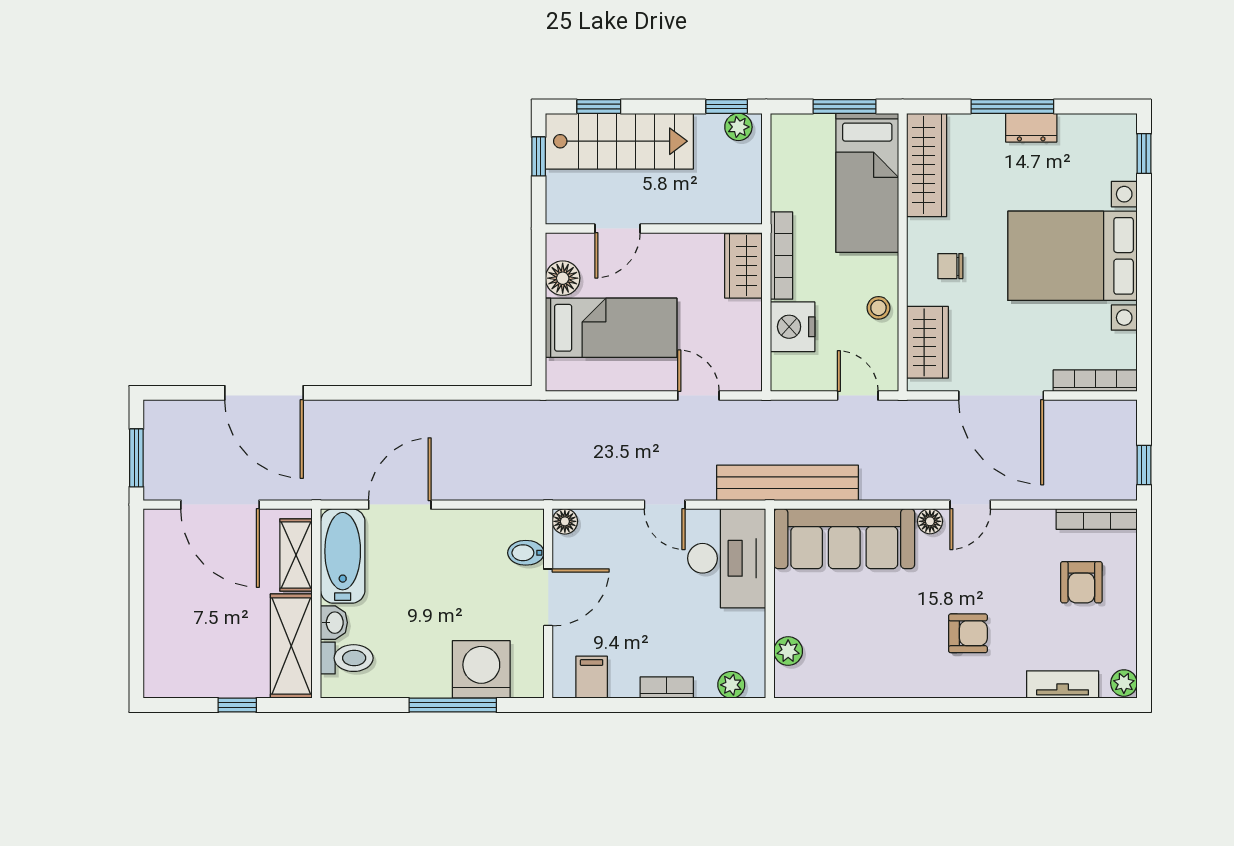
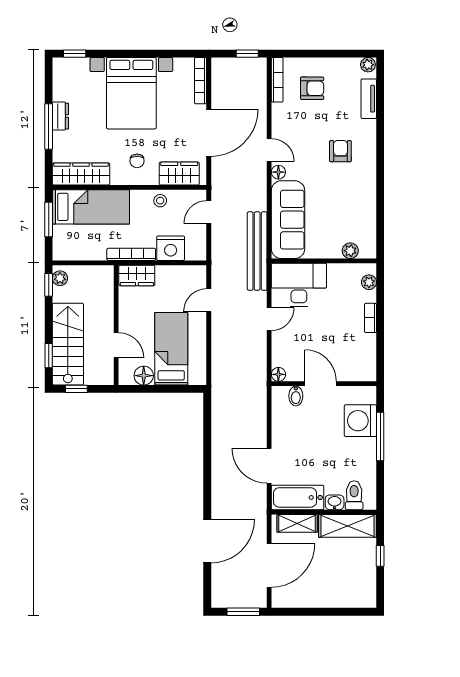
filing cabinet: (592, 677) -> (365, 360), removed

